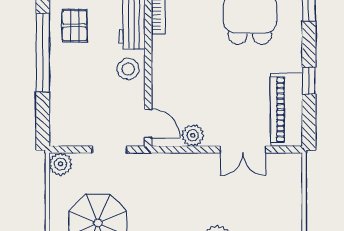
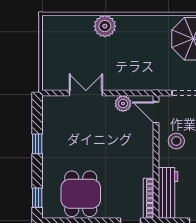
stool: (128, 69) -> (176, 141), moved
piano: (287, 110) -> (54, 123), removed

